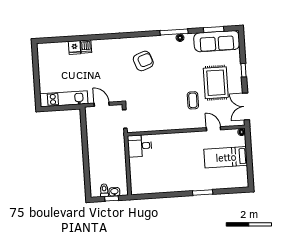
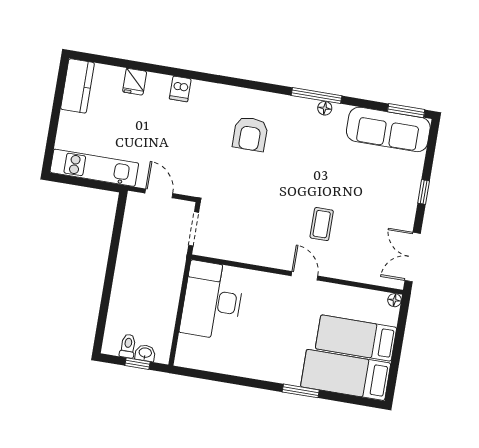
window: (214, 29) -> (406, 111), moved
dishwasher: (86, 46) -> (180, 89), moved
kitchen counter: (44, 57) -> (77, 86), added
armchair: (143, 61) -> (250, 134), turned 110
rug: (216, 83) -> (369, 203), removed
door: (213, 129) -> (305, 276), moved
desk: (140, 146) -> (212, 300), width x1.87, depth x1.30
bed: (225, 178) -> (346, 375), added

